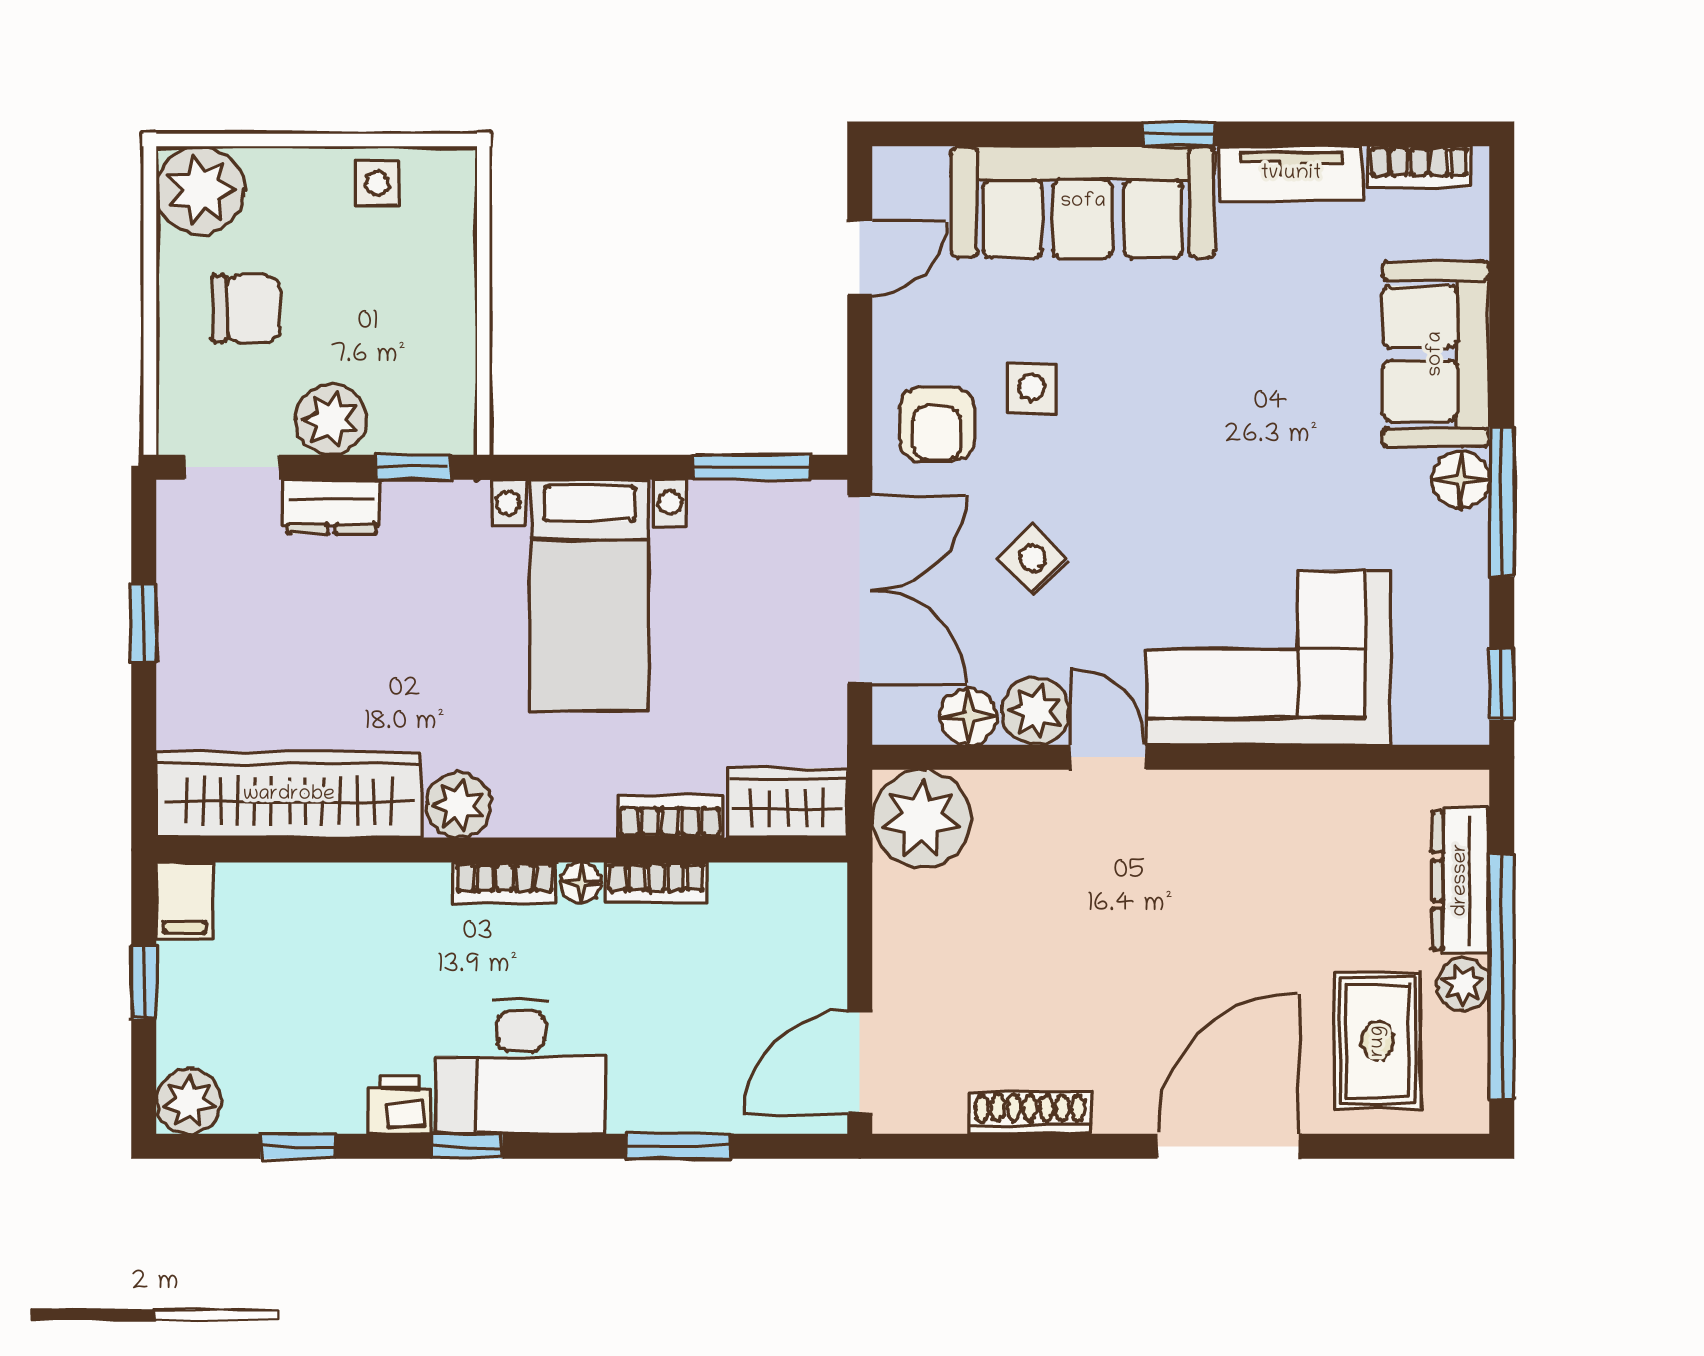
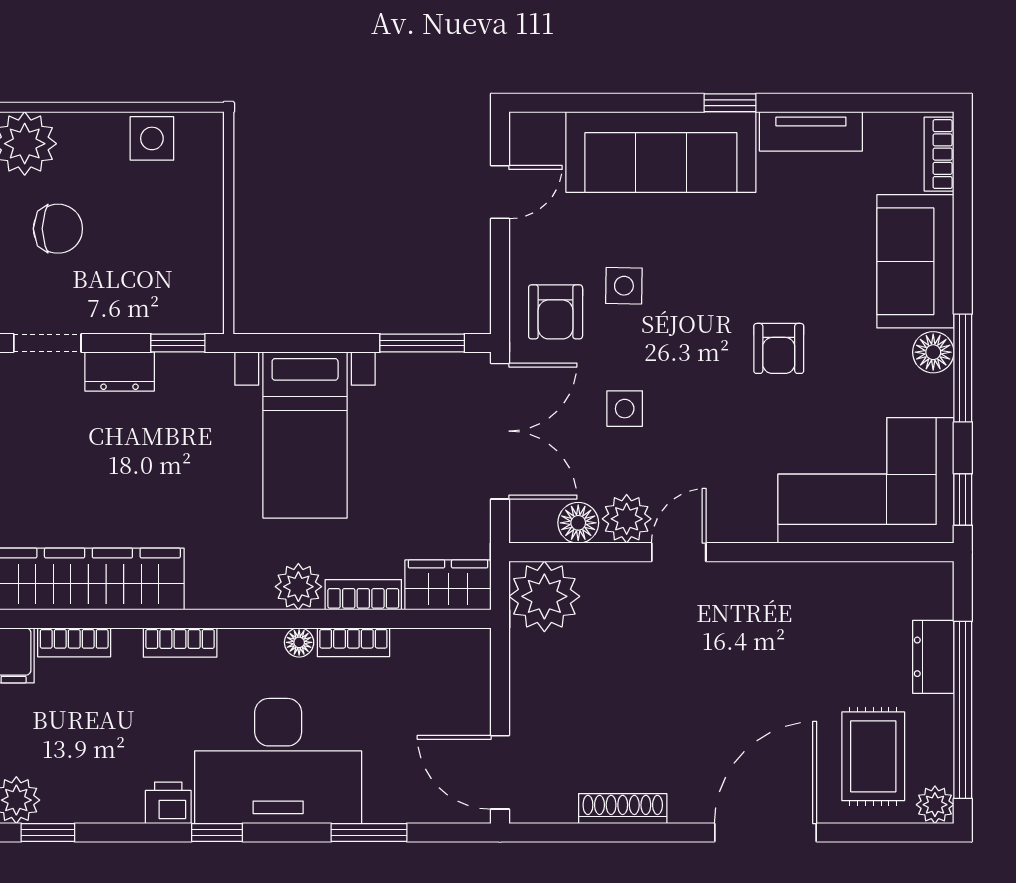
bookcase: (1419, 167) -> (939, 154), moved, turned 90
side table: (377, 183) -> (152, 138), width x1.37, depth x1.37
plant: (331, 419) -> (119, 309), removed
armchair: (1246, 475) -> (779, 348), added
side table: (1033, 558) -> (625, 409), turned 45
corner sofa: (1269, 658) -> (866, 480), moved
door: (1108, 757) -> (679, 552), hinge flipped
plant: (459, 805) -> (298, 587), moved
dresser: (1461, 880) -> (933, 657), width x0.70
bookcase: (269, 882) -> (74, 642), added
bookcase: (505, 883) -> (180, 642), moved
plant: (1463, 984) -> (935, 805), moved
door: (860, 1063) -> (500, 772), hinge flipped
desk: (521, 1067) -> (278, 761), width x1.36, depth x1.30
window: (298, 1146) -> (48, 832), moved

